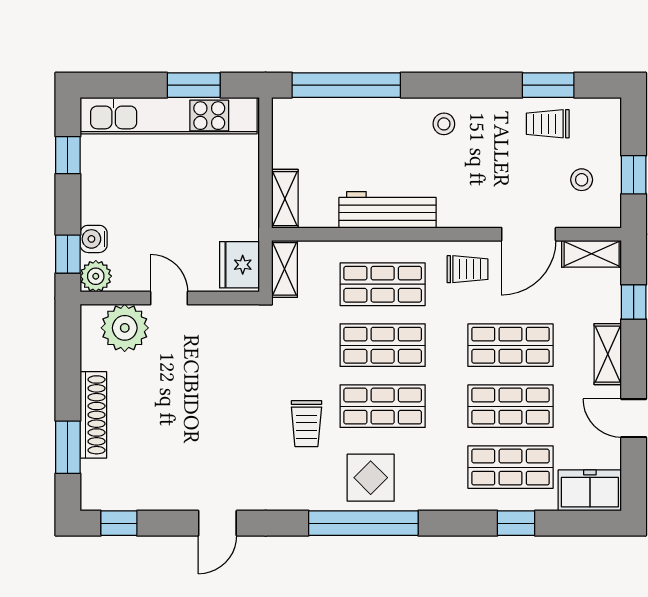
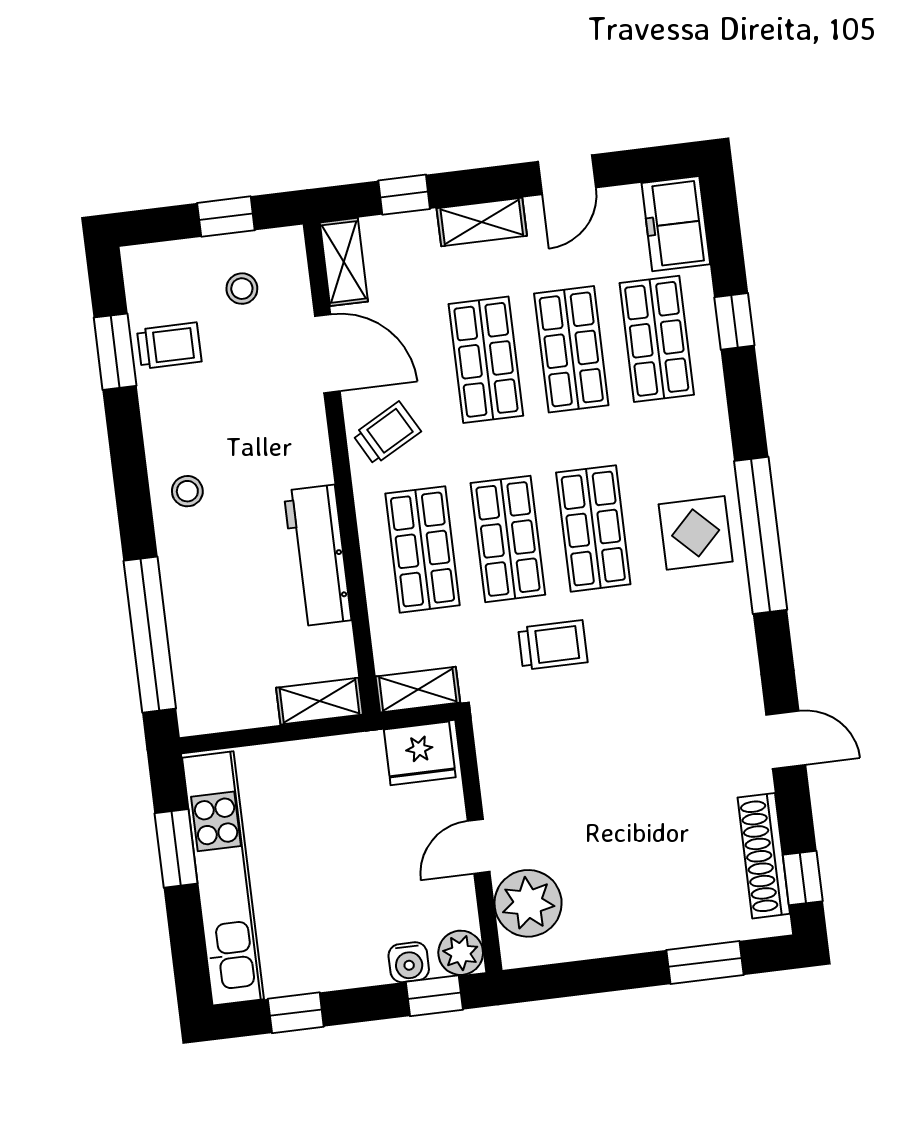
trolley: (548, 124) -> (169, 346), turned -90
trolley: (468, 269) -> (387, 433), turned 61
shoe rack: (93, 415) -> (764, 856), moved, turned -90
trolley: (306, 424) -> (553, 645), moved

